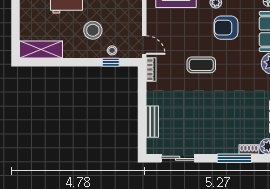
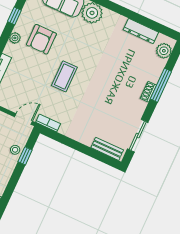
bench: (152, 122) -> (107, 149), moved
shoe rack: (249, 149) -> (148, 92), moved

